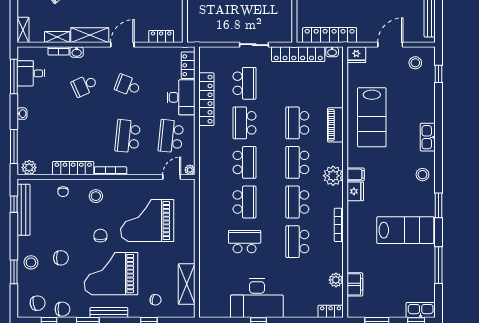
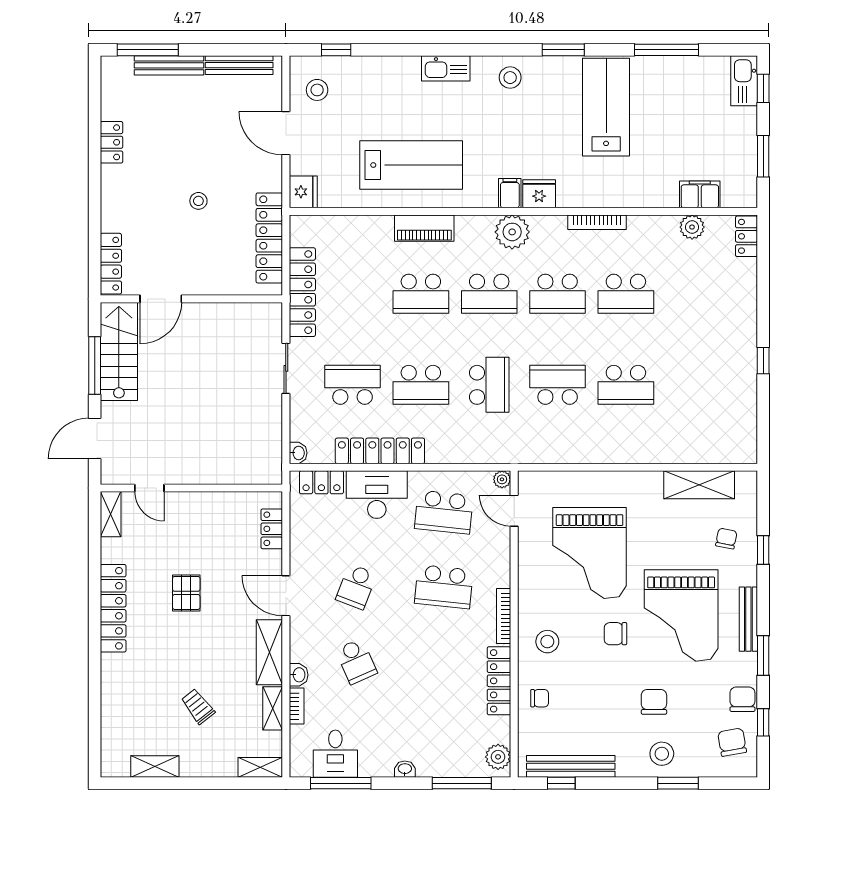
washbasin: (332, 52) -> (298, 453), moved
school desk: (245, 162) -> (489, 385), turned 90
school desk: (245, 242) -> (626, 385), turned -90
desk: (257, 298) -> (723, 363), removed

